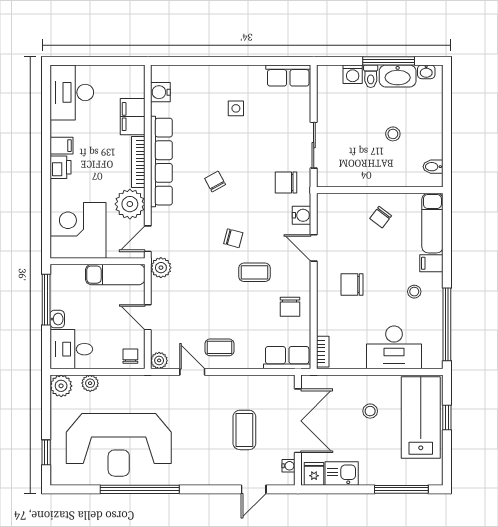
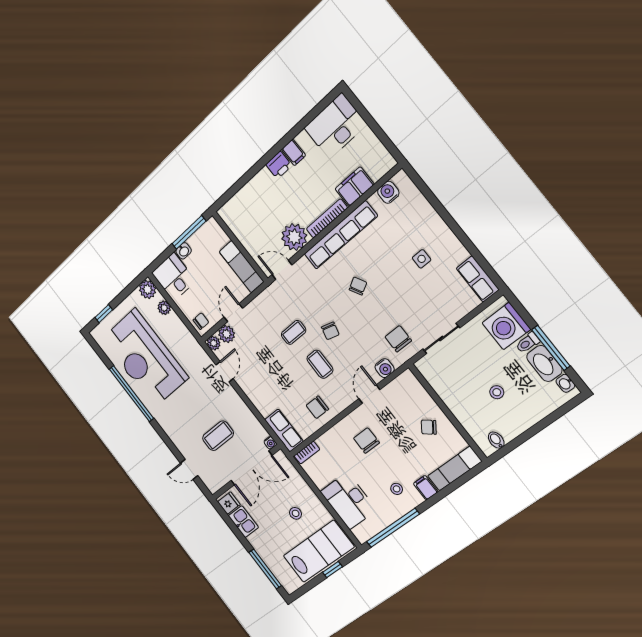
washing machine: (353, 74) -> (506, 326), width x1.89, depth x1.89
corner desk: (78, 230) -> (248, 215), removed
plant: (161, 268) -> (227, 334), moved
coffee table: (220, 347) -> (294, 332), moved, turned 90
water cooler: (288, 466) -> (270, 443), moved

